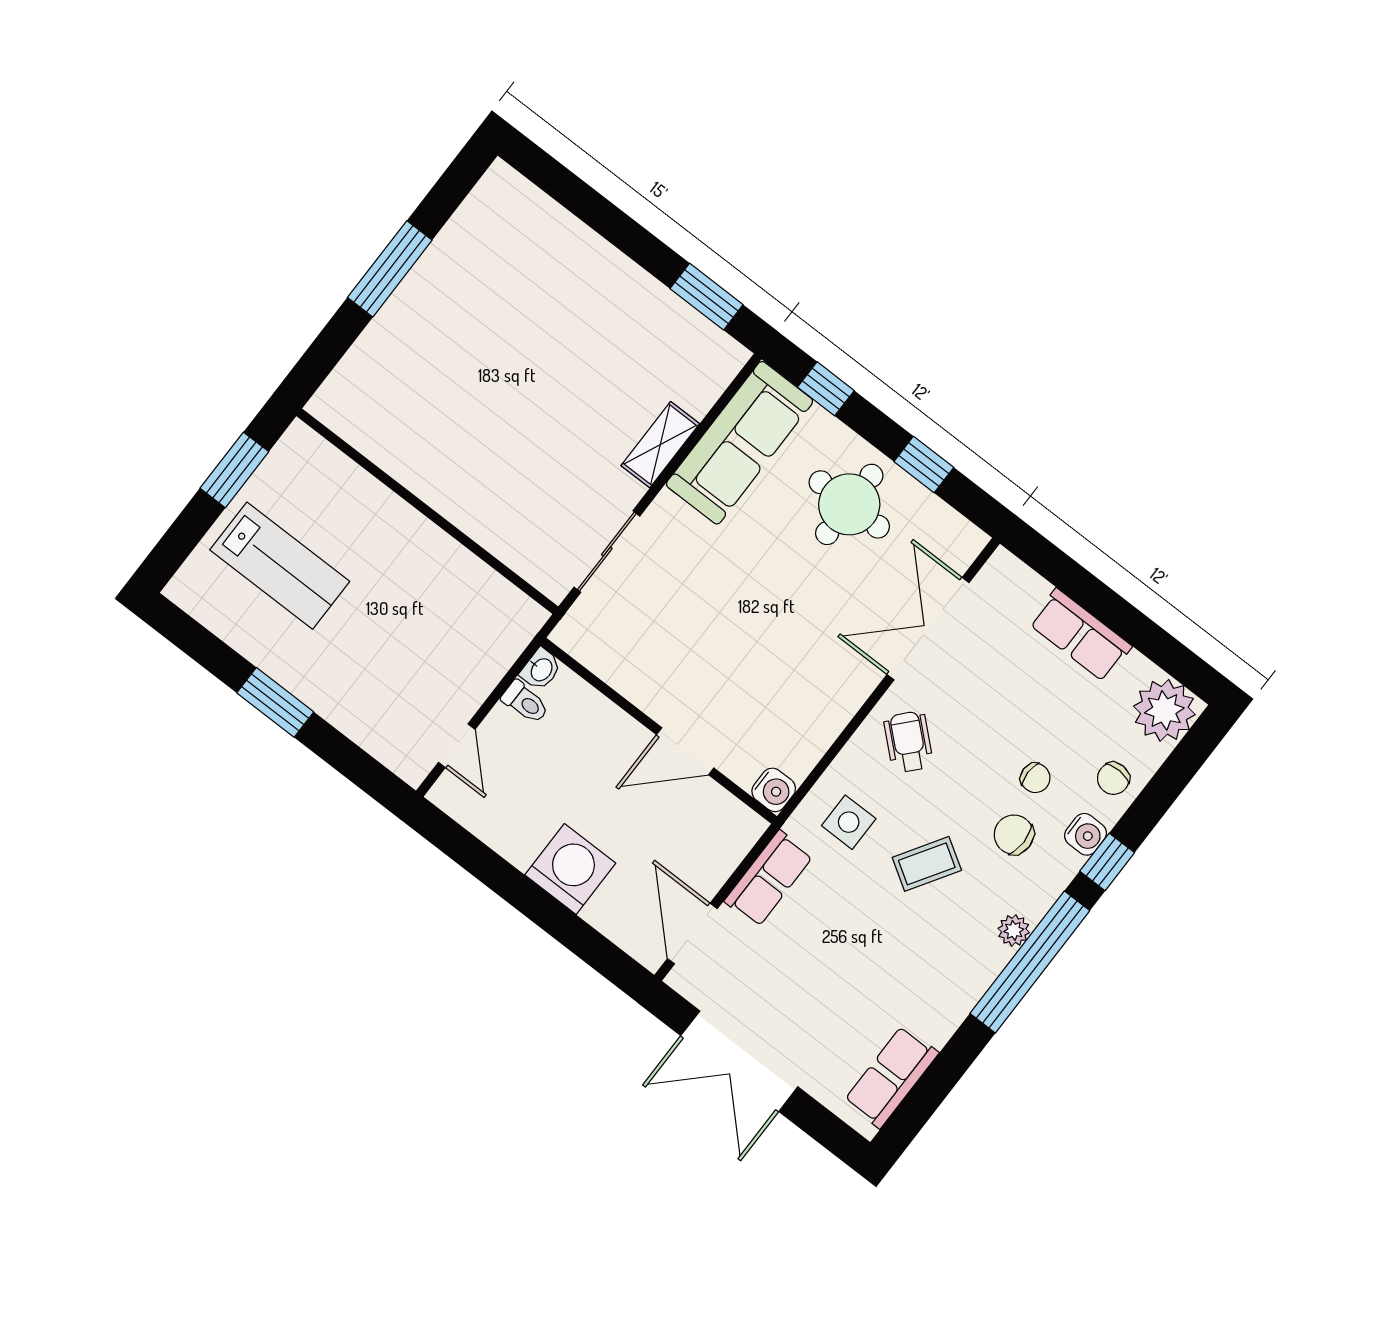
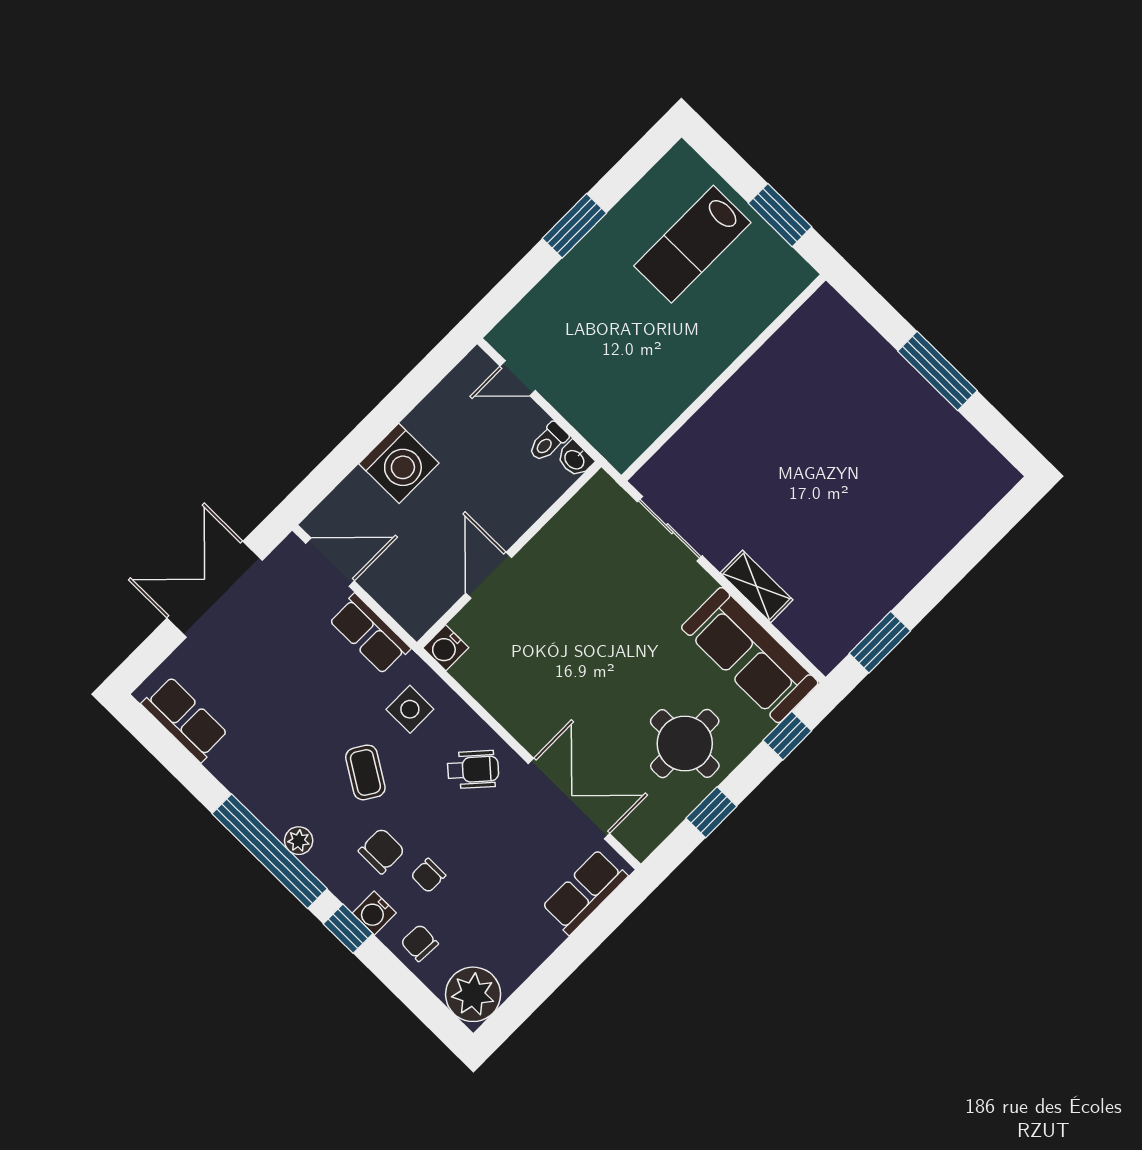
row of seats: (1080, 635) -> (585, 892), moved

